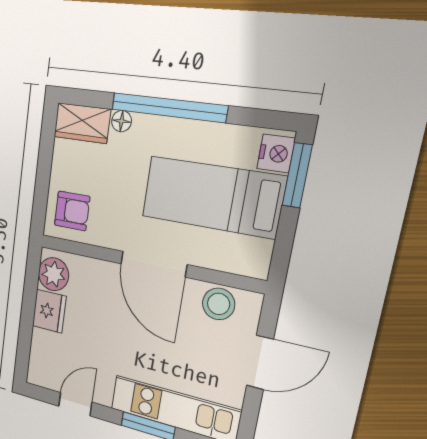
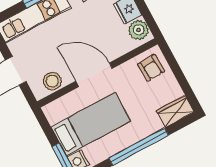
floor lamp: (122, 121) -> (156, 126), removed
armchair: (72, 211) -> (151, 68), turned -93

